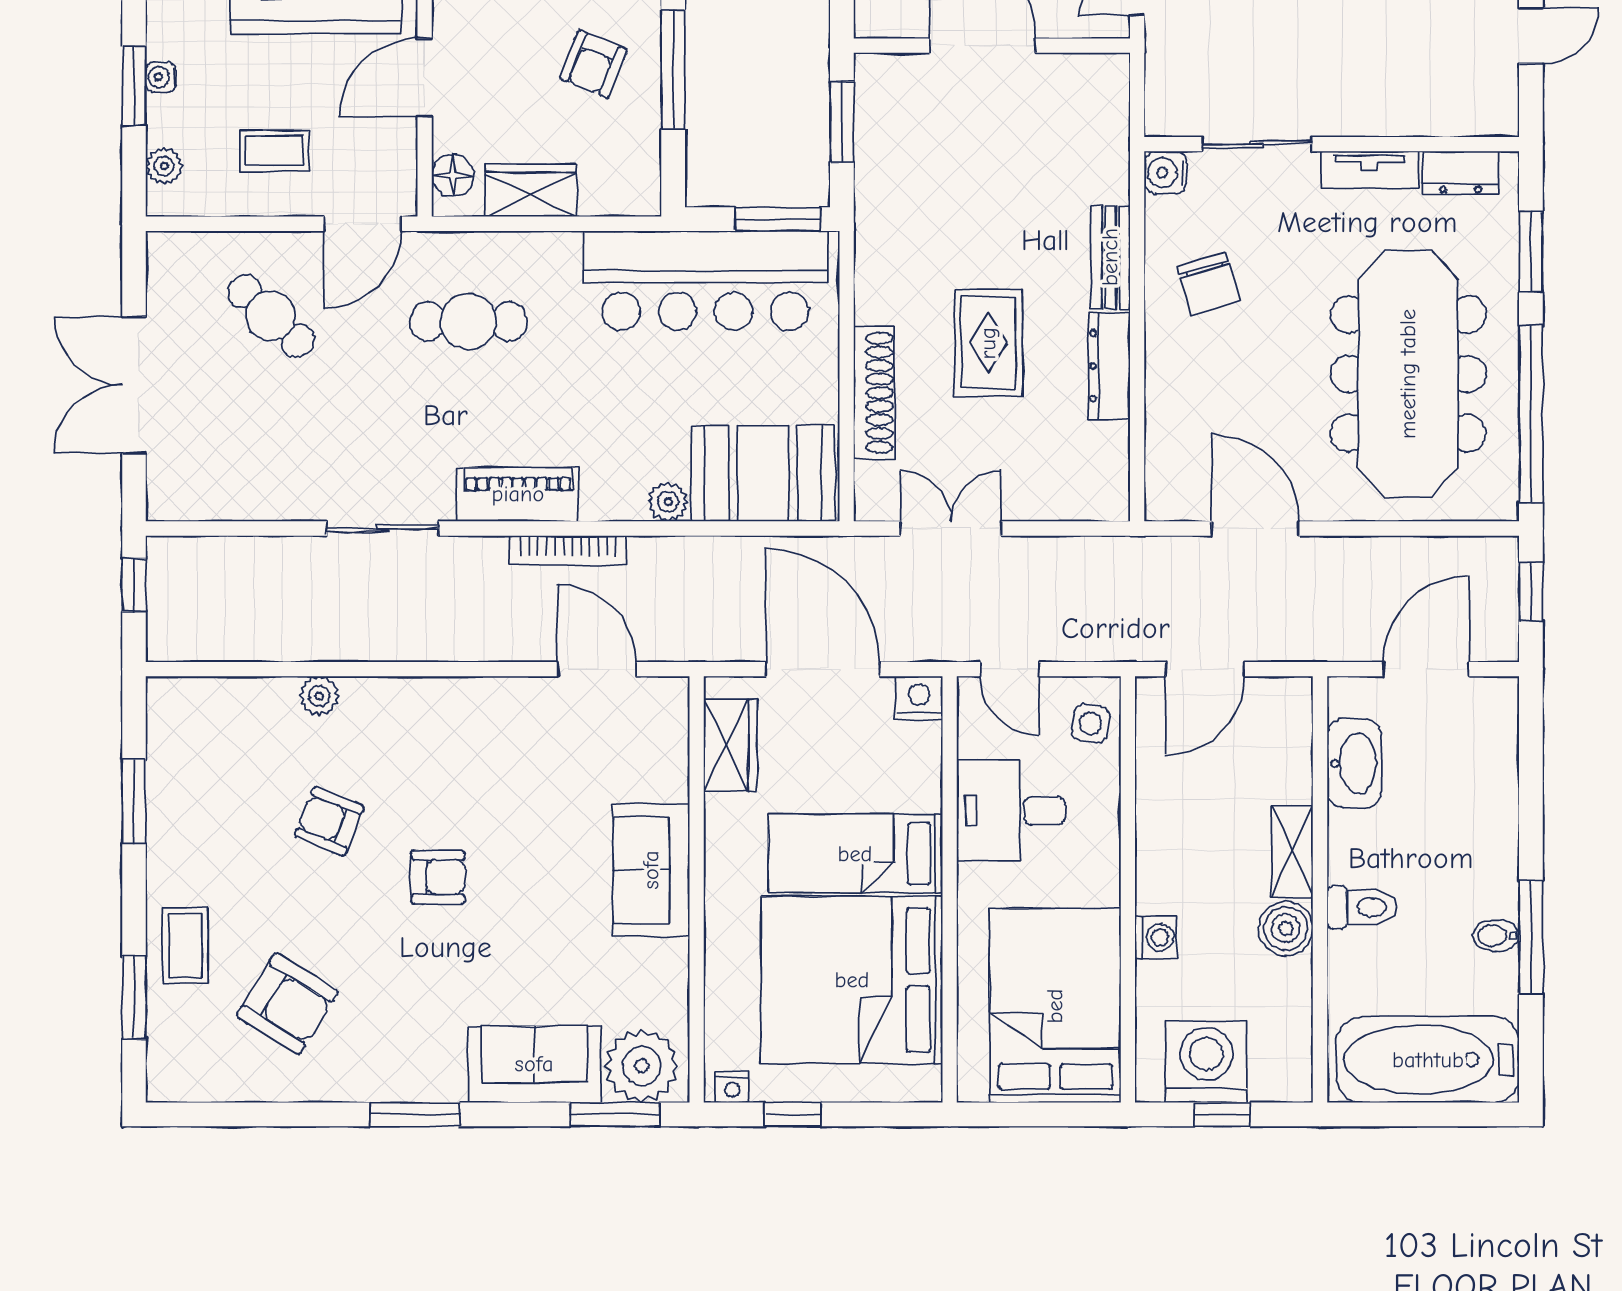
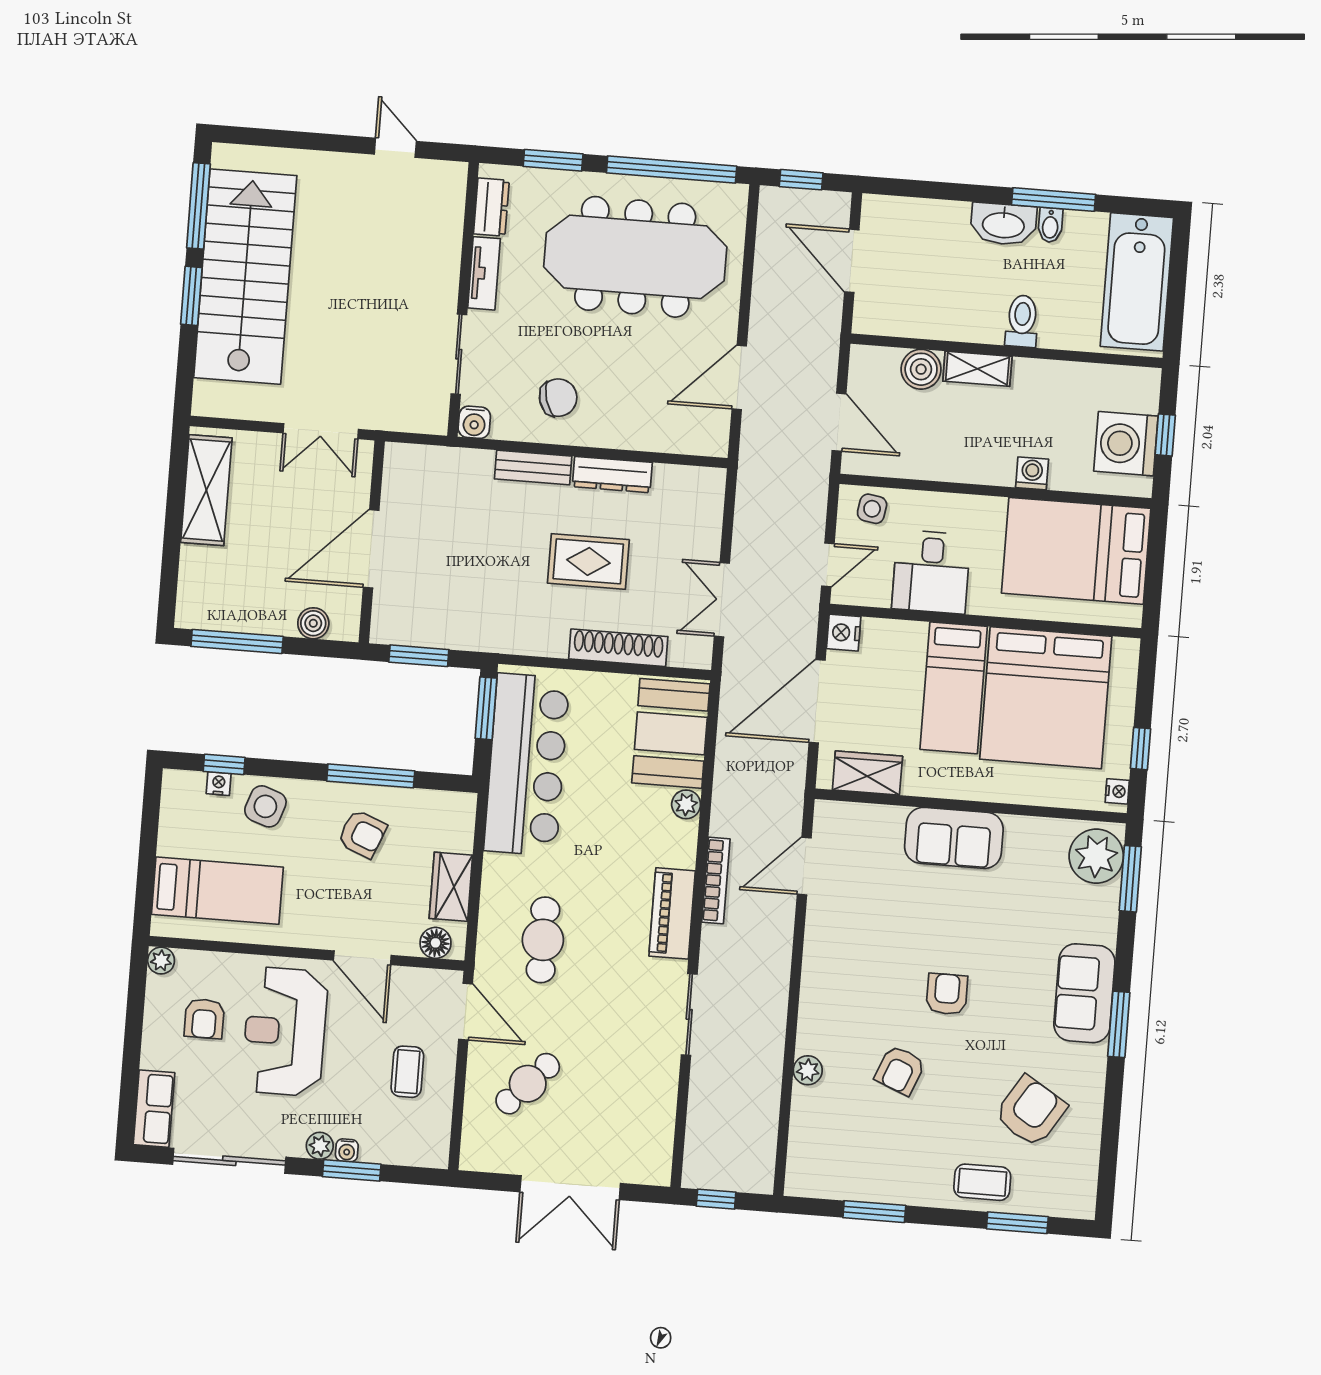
plant: (164, 166) -> (320, 1146), moved
washbasin: (1354, 763) -> (1003, 224), moved, turned 180
boiler: (1286, 928) -> (921, 369), moved
sofa: (534, 1064) -> (1084, 993), moved

